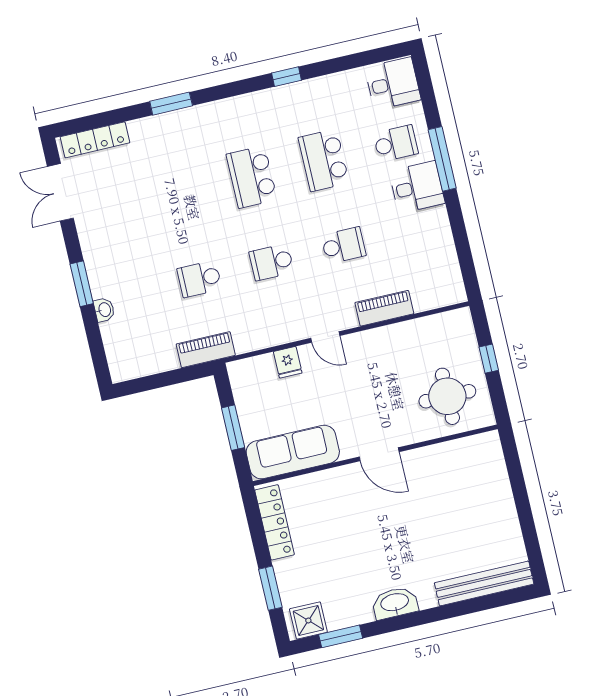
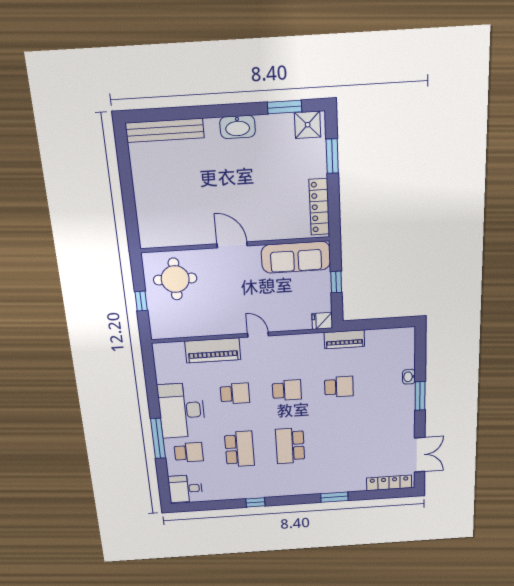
school desk: (396, 143) -> (189, 452), turned 180
school desk: (252, 177) -> (290, 446), turned 180
desk: (417, 187) -> (182, 410), width x1.87, depth x1.30
school desk: (343, 245) -> (235, 394), turned 180
piano: (384, 308) -> (213, 350), width x1.37, depth x1.33
fridge: (288, 362) -> (322, 321), moved, turned -90
window: (233, 428) -> (336, 282), width x0.67

